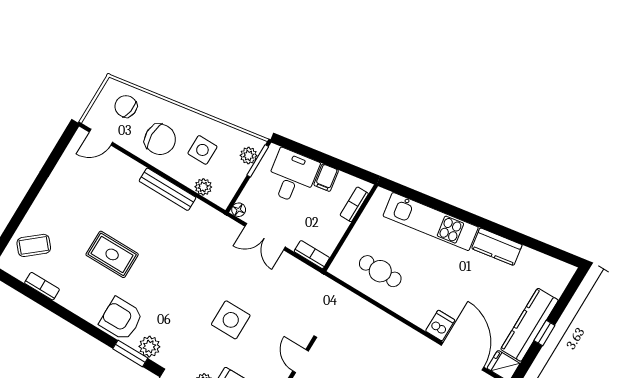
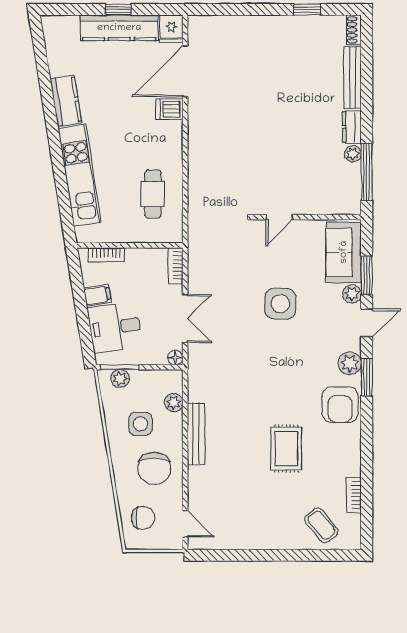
chair: (126, 106) -> (143, 518), turned -99
chair: (160, 139) -> (154, 468), turned 180

